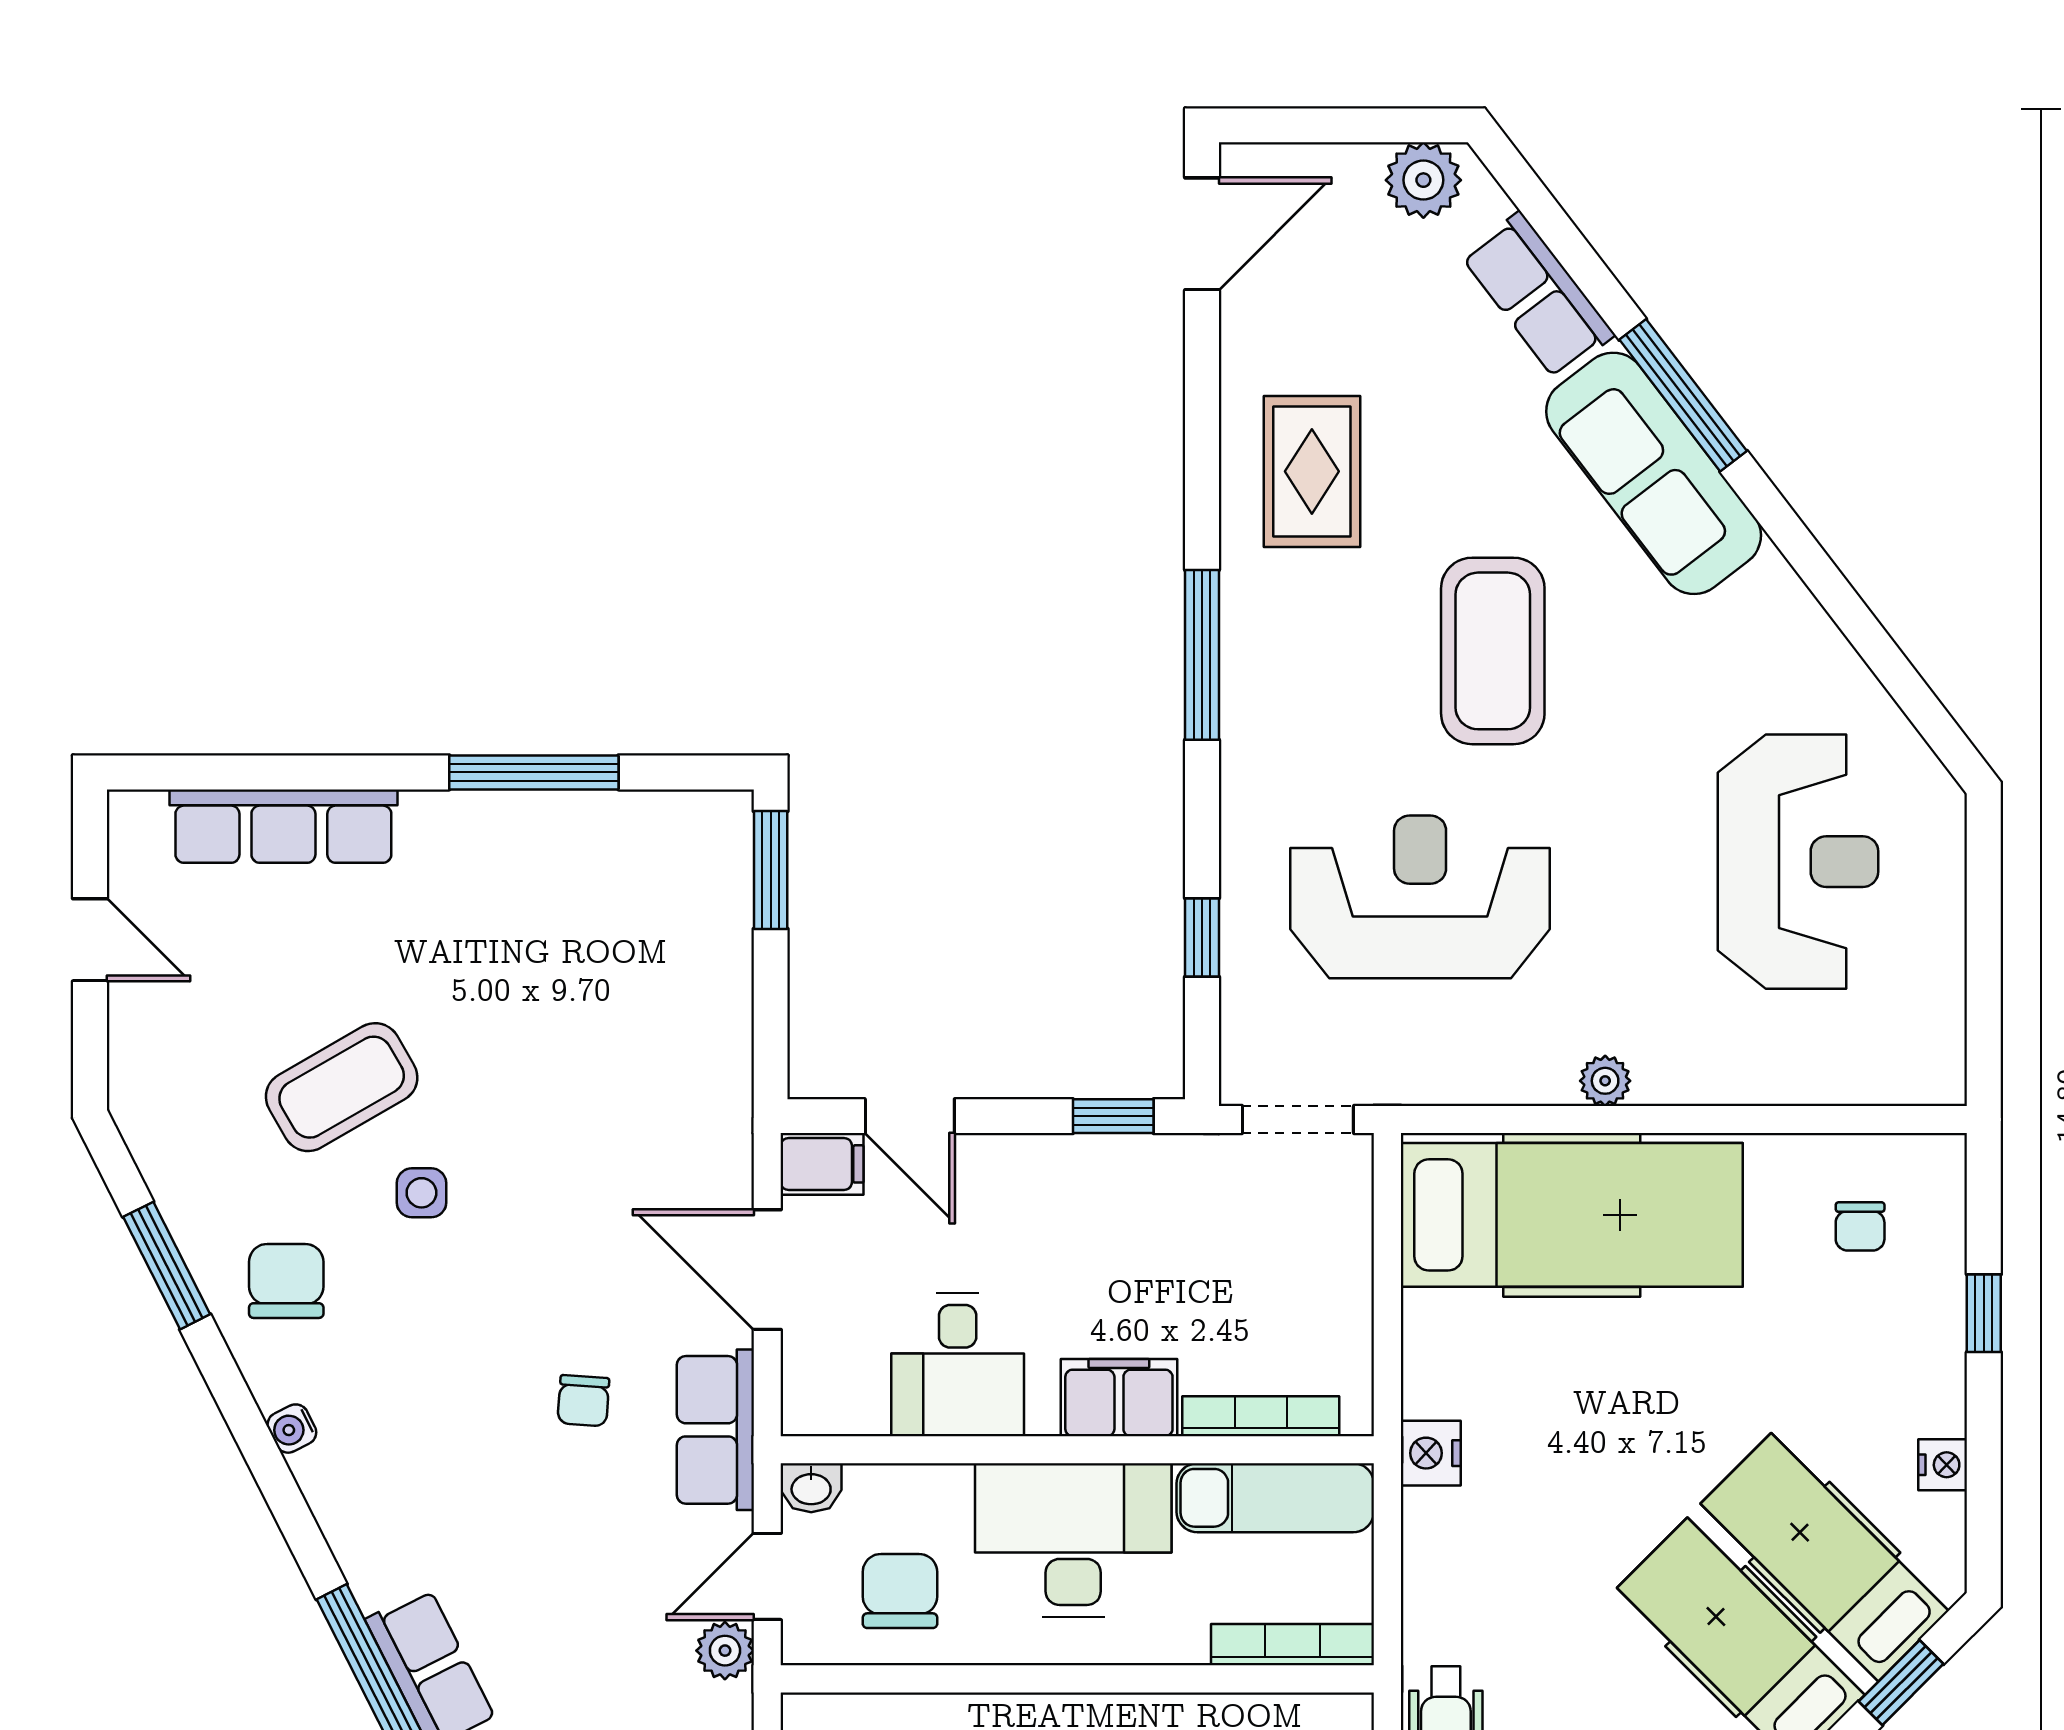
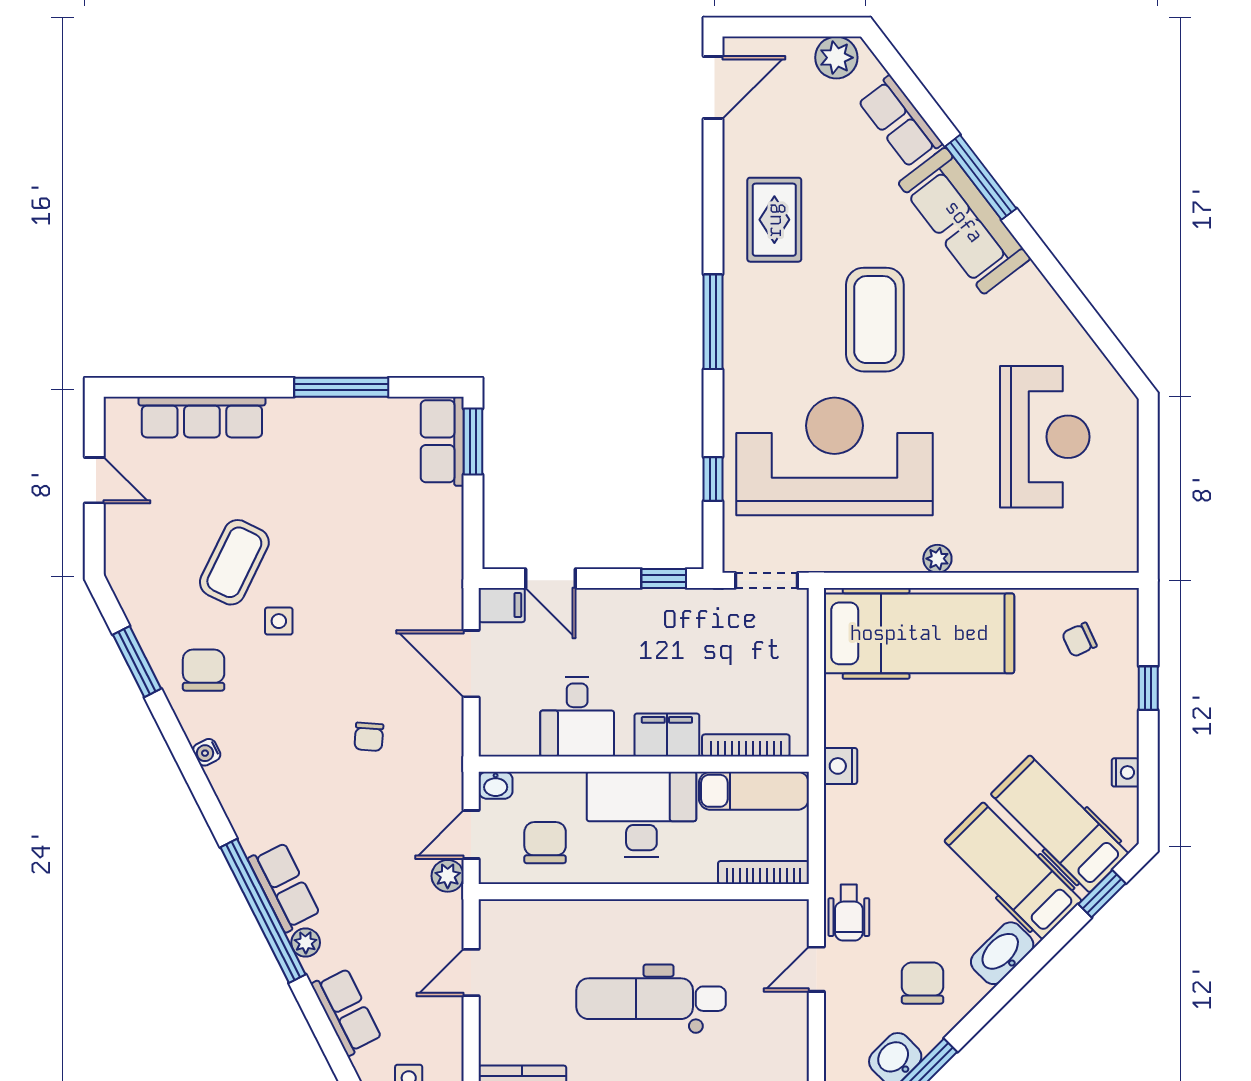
reception desk: (1420, 897) -> (834, 456), width x1.36, depth x1.30
coffee table: (342, 1087) -> (234, 562), turned -34
chair: (1860, 1226) -> (1079, 640), turned 65
row of seats: (715, 1430) -> (442, 441), moved

